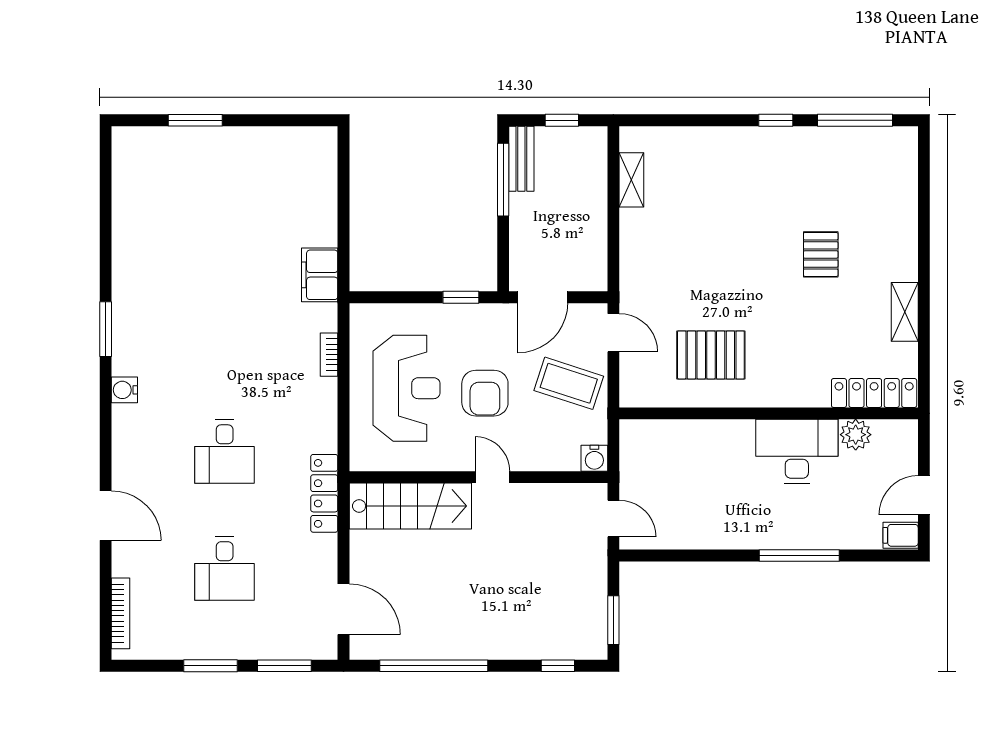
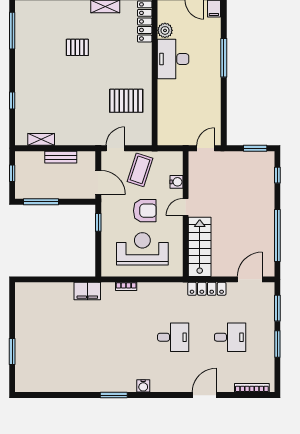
window: (776, 120) -> (12, 100), moved
bench: (521, 159) -> (61, 157), moved
pallet: (711, 355) -> (126, 101), turned 90
water cooler: (594, 458) -> (176, 182), moved
locker: (324, 493) -> (207, 289), moved

